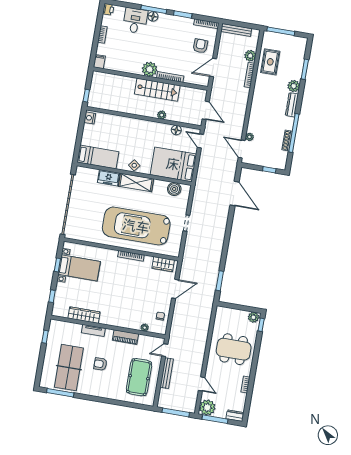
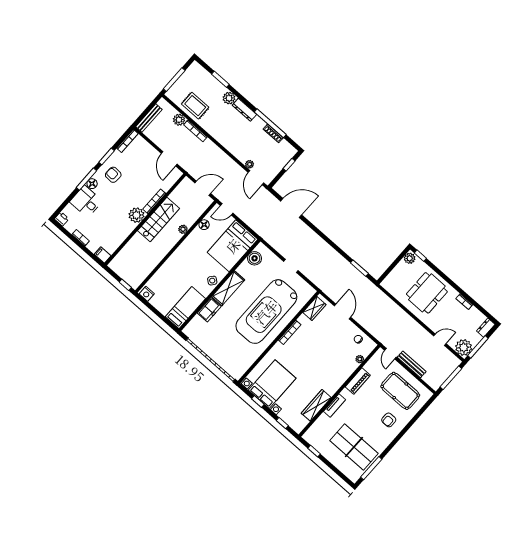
armchair: (200, 46) -> (113, 175), moved
door: (242, 149) -> (256, 178), hinge flipped
bed with nightstands: (79, 268) -> (272, 384), width x1.36
armchair: (100, 364) -> (389, 420), moved

